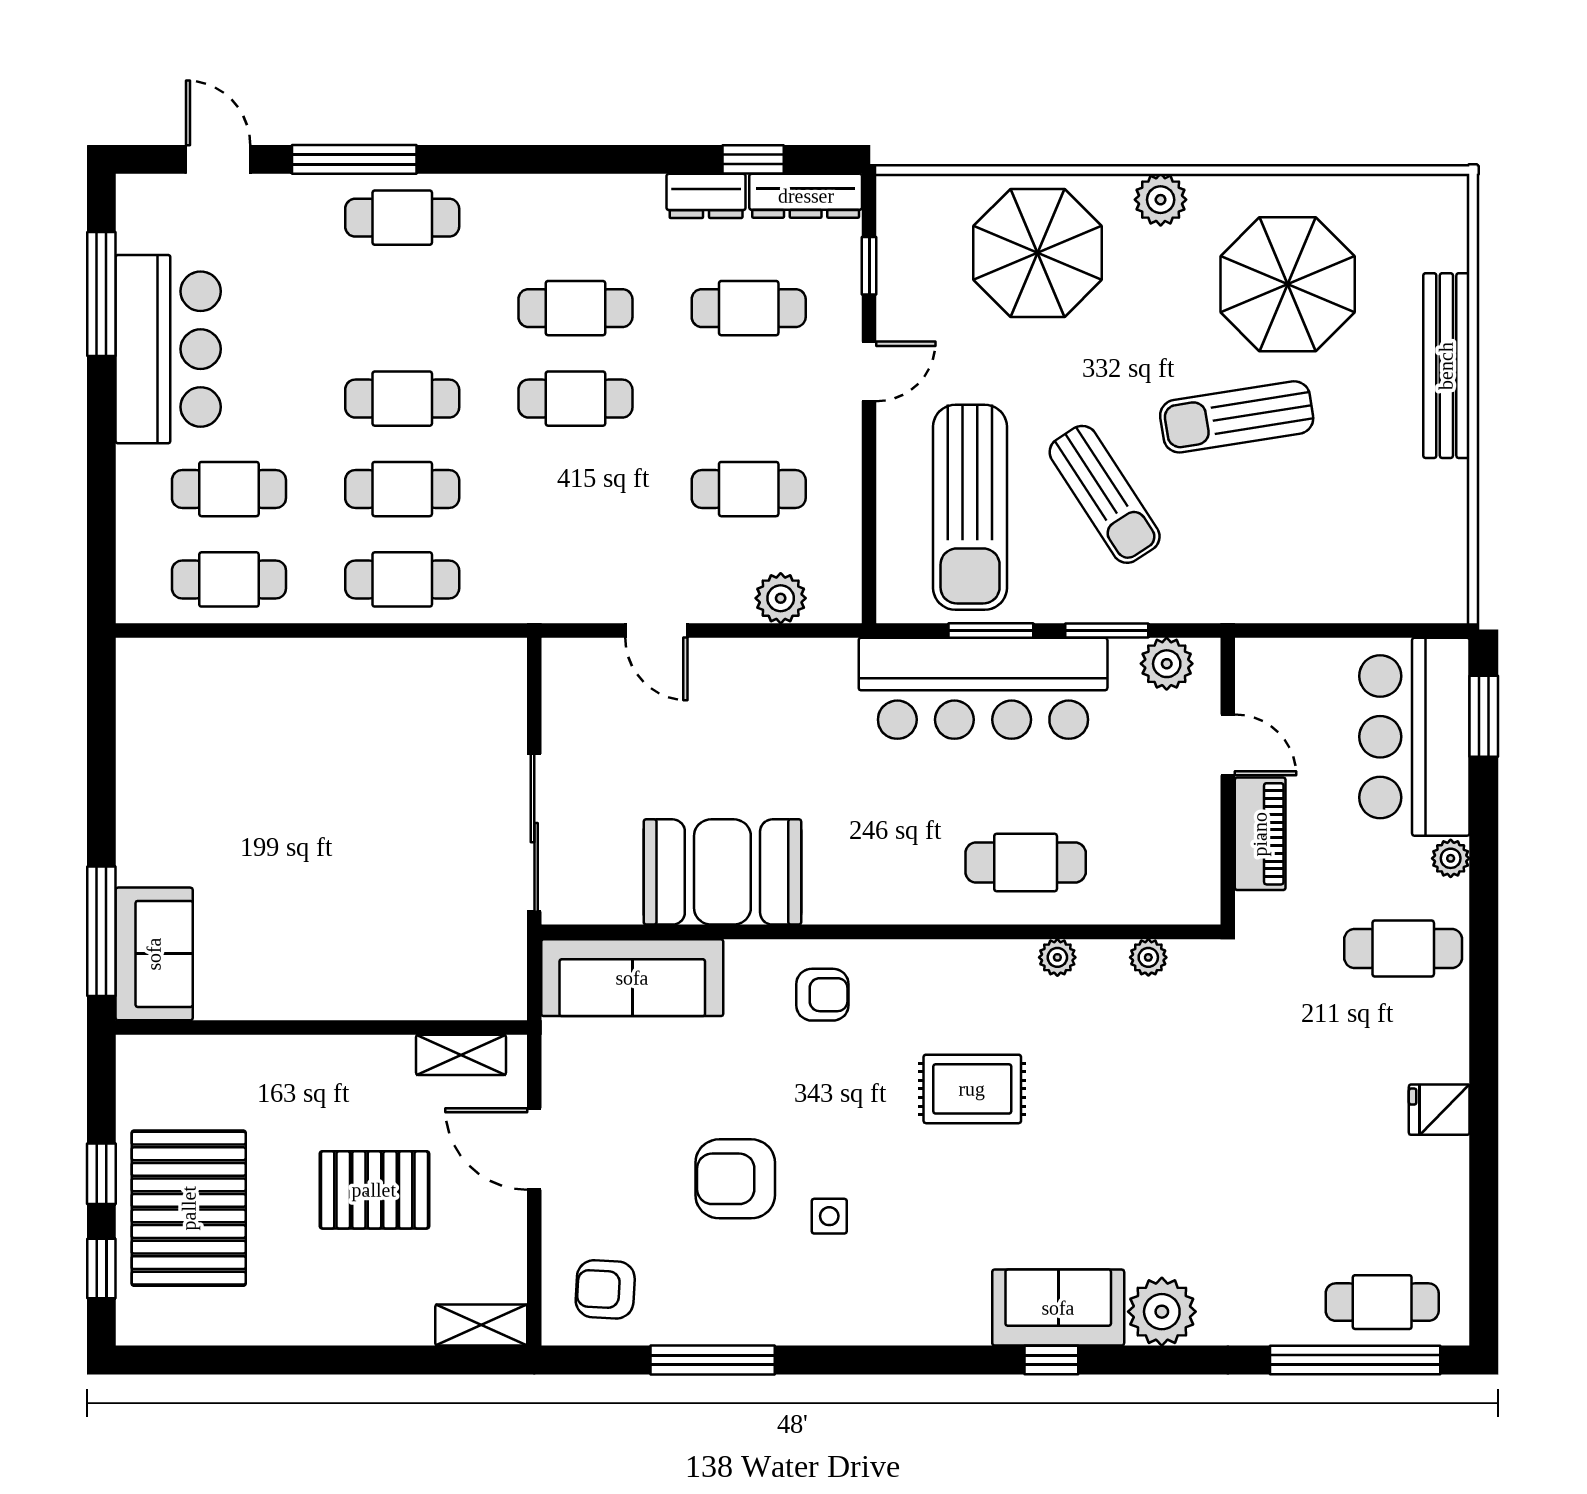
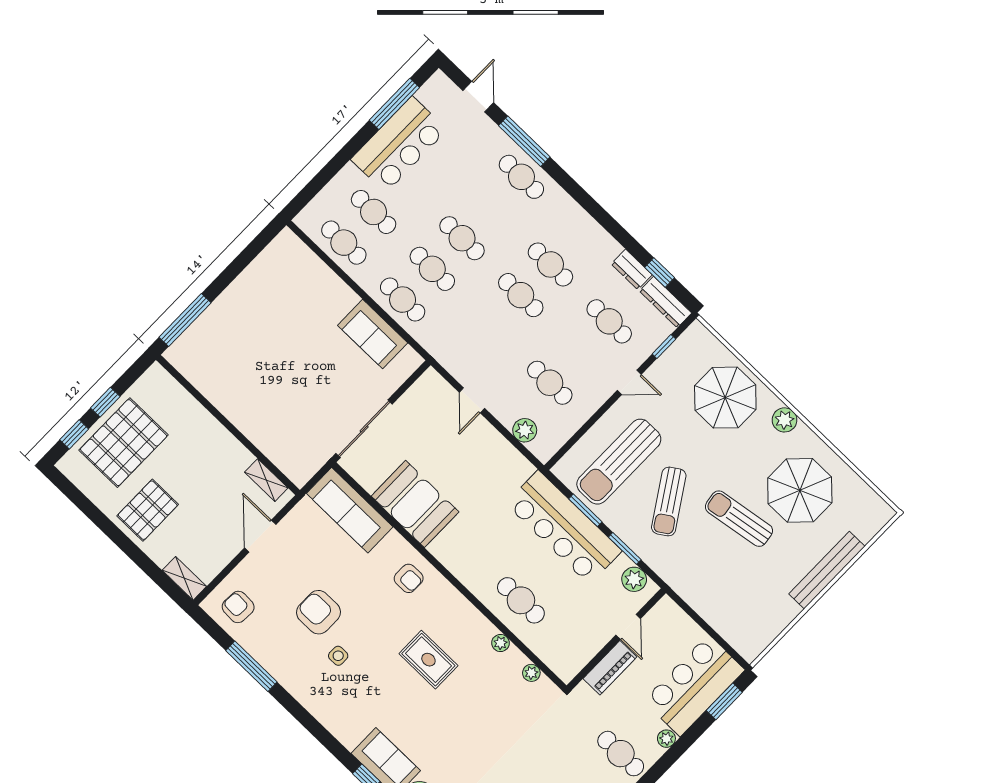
sofa: (154, 954) -> (373, 334), moved, turned 90
pallet: (374, 1190) -> (148, 510), moved, turned 90

